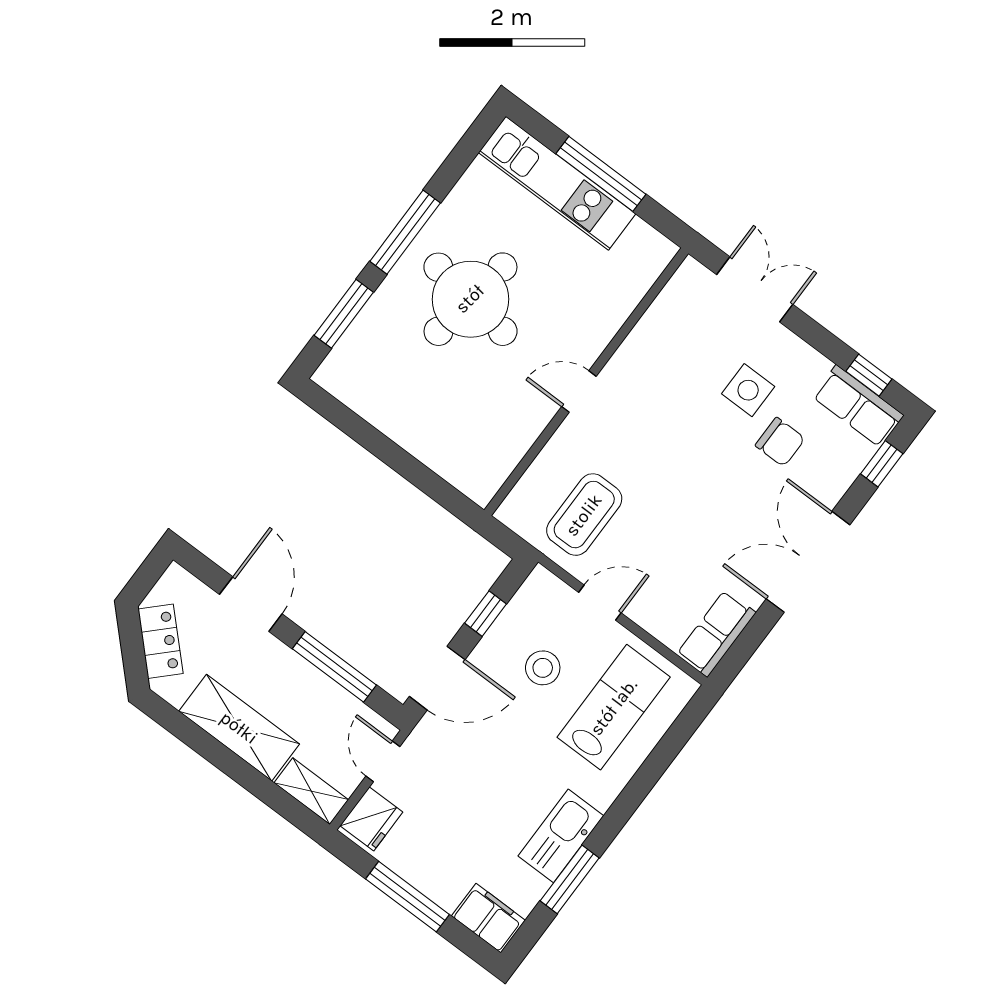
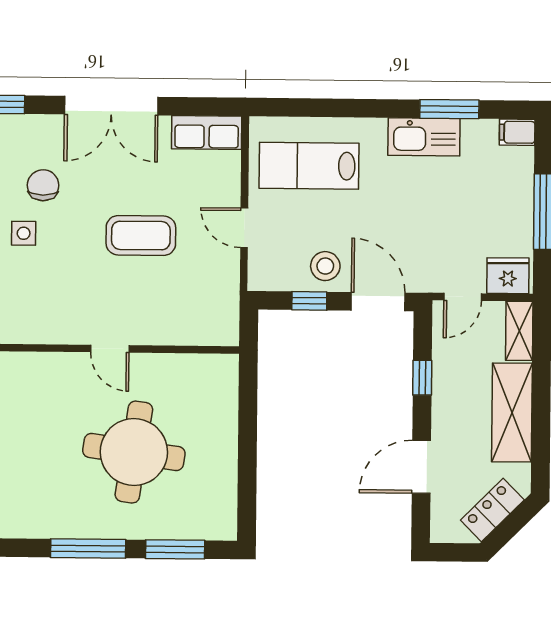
round table: (470, 299) -> (134, 452), moved
side table: (748, 390) -> (24, 233), width x0.73, depth x0.73
coffee table: (584, 515) -> (141, 235), moved
window: (334, 667) -> (422, 378), width x0.46
stool: (543, 668) -> (325, 266), moved
filing cabinet: (488, 918) -> (517, 132), width x0.50

